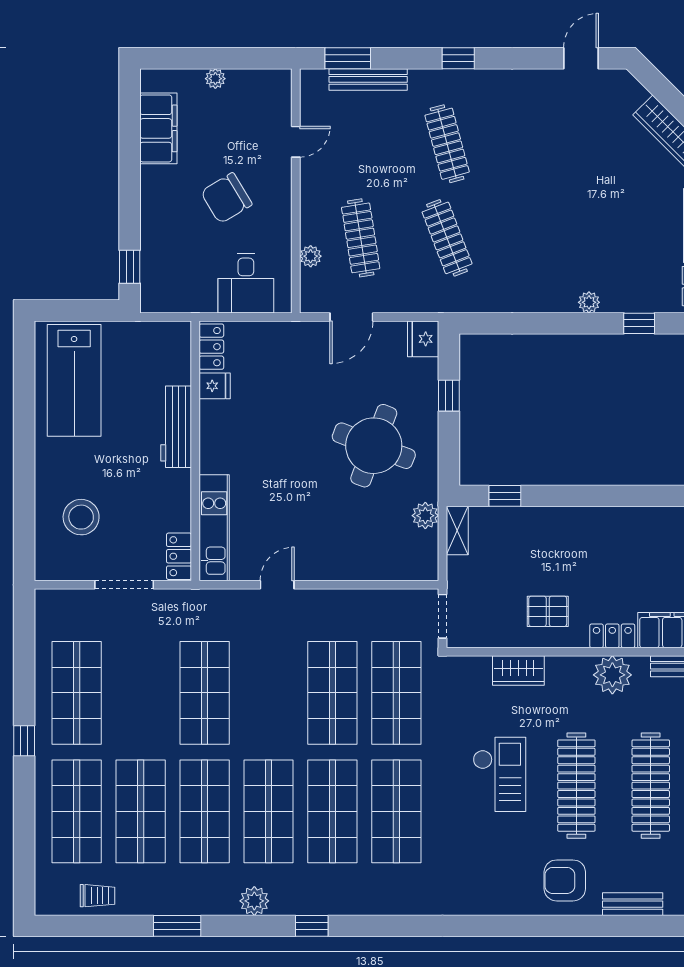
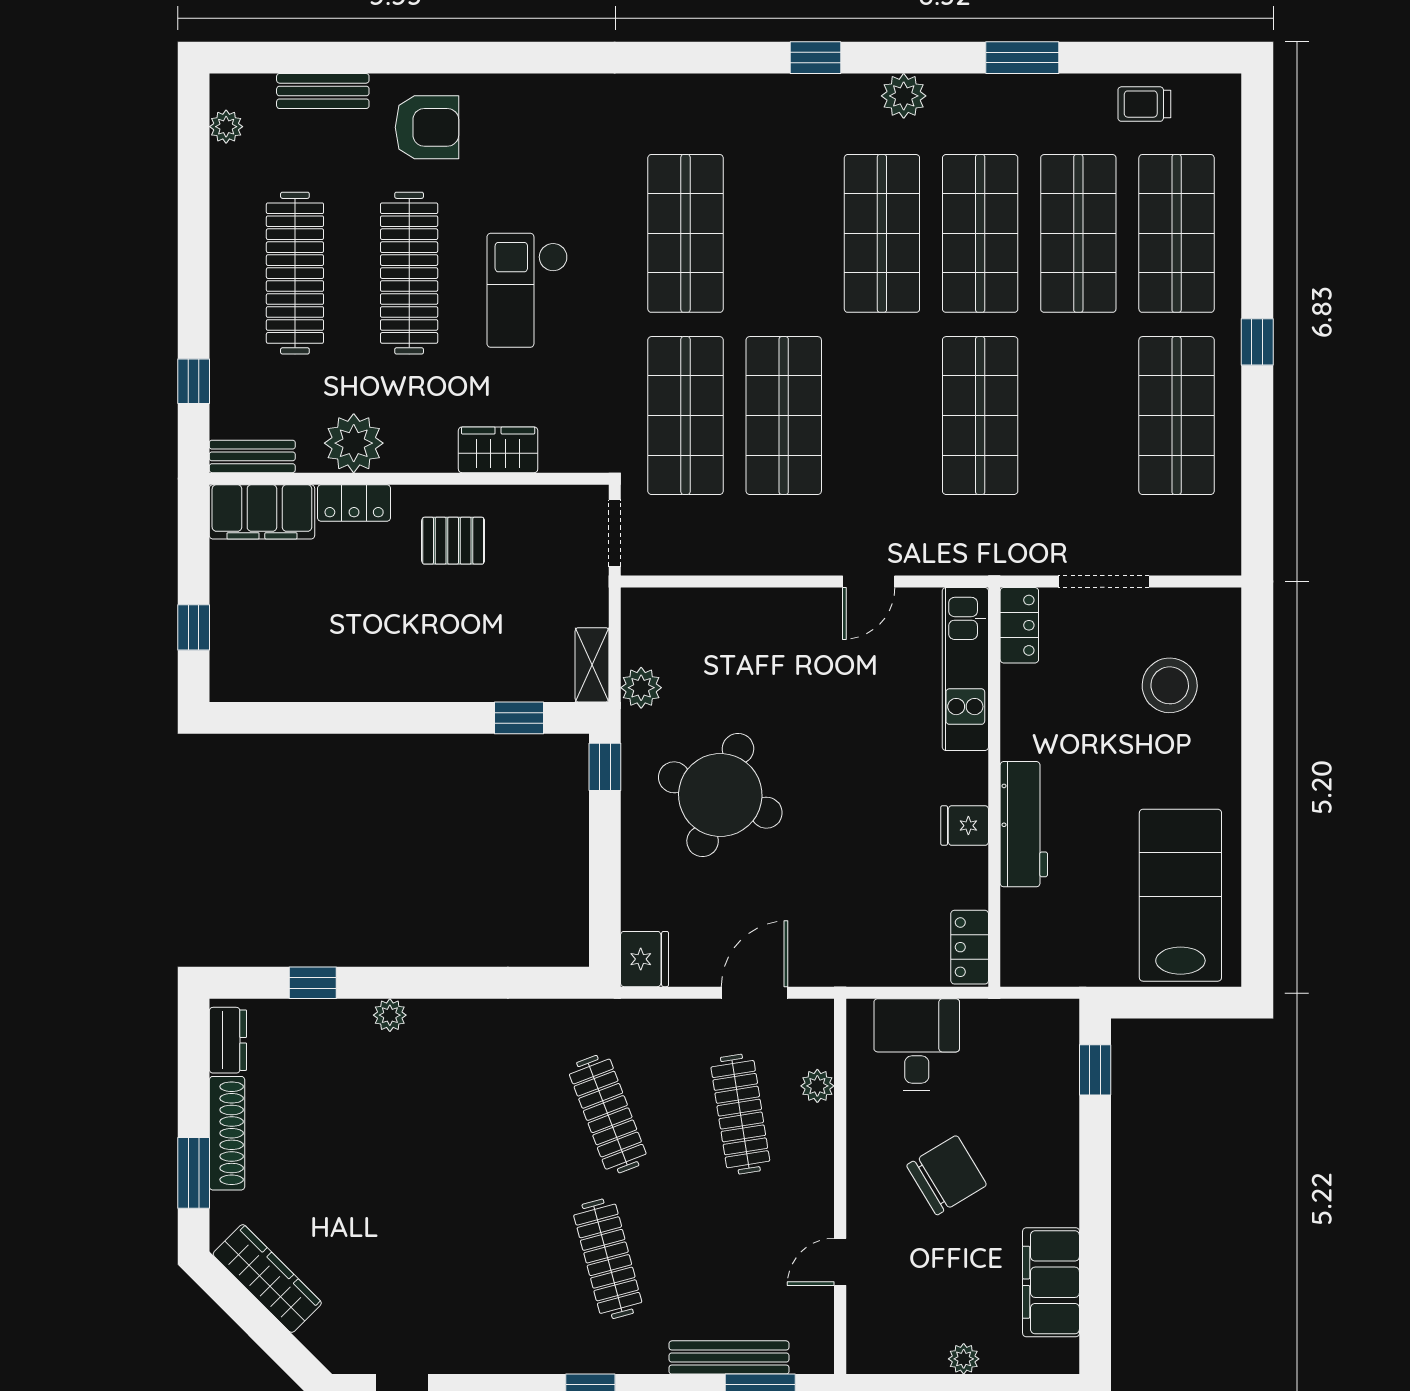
fridge: (215, 386) -> (965, 826), moved
window: (449, 396) -> (605, 767), moved
shop shelf: (332, 811) -> (784, 233), removed

